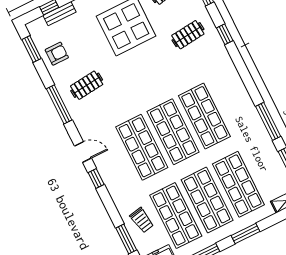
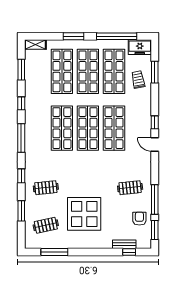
armchair: (57, 54) -> (139, 219), turned 90
window: (247, 80) -> (21, 138), added
window: (59, 104) -> (155, 199), moved
window: (268, 121) -> (21, 103), width x0.46

